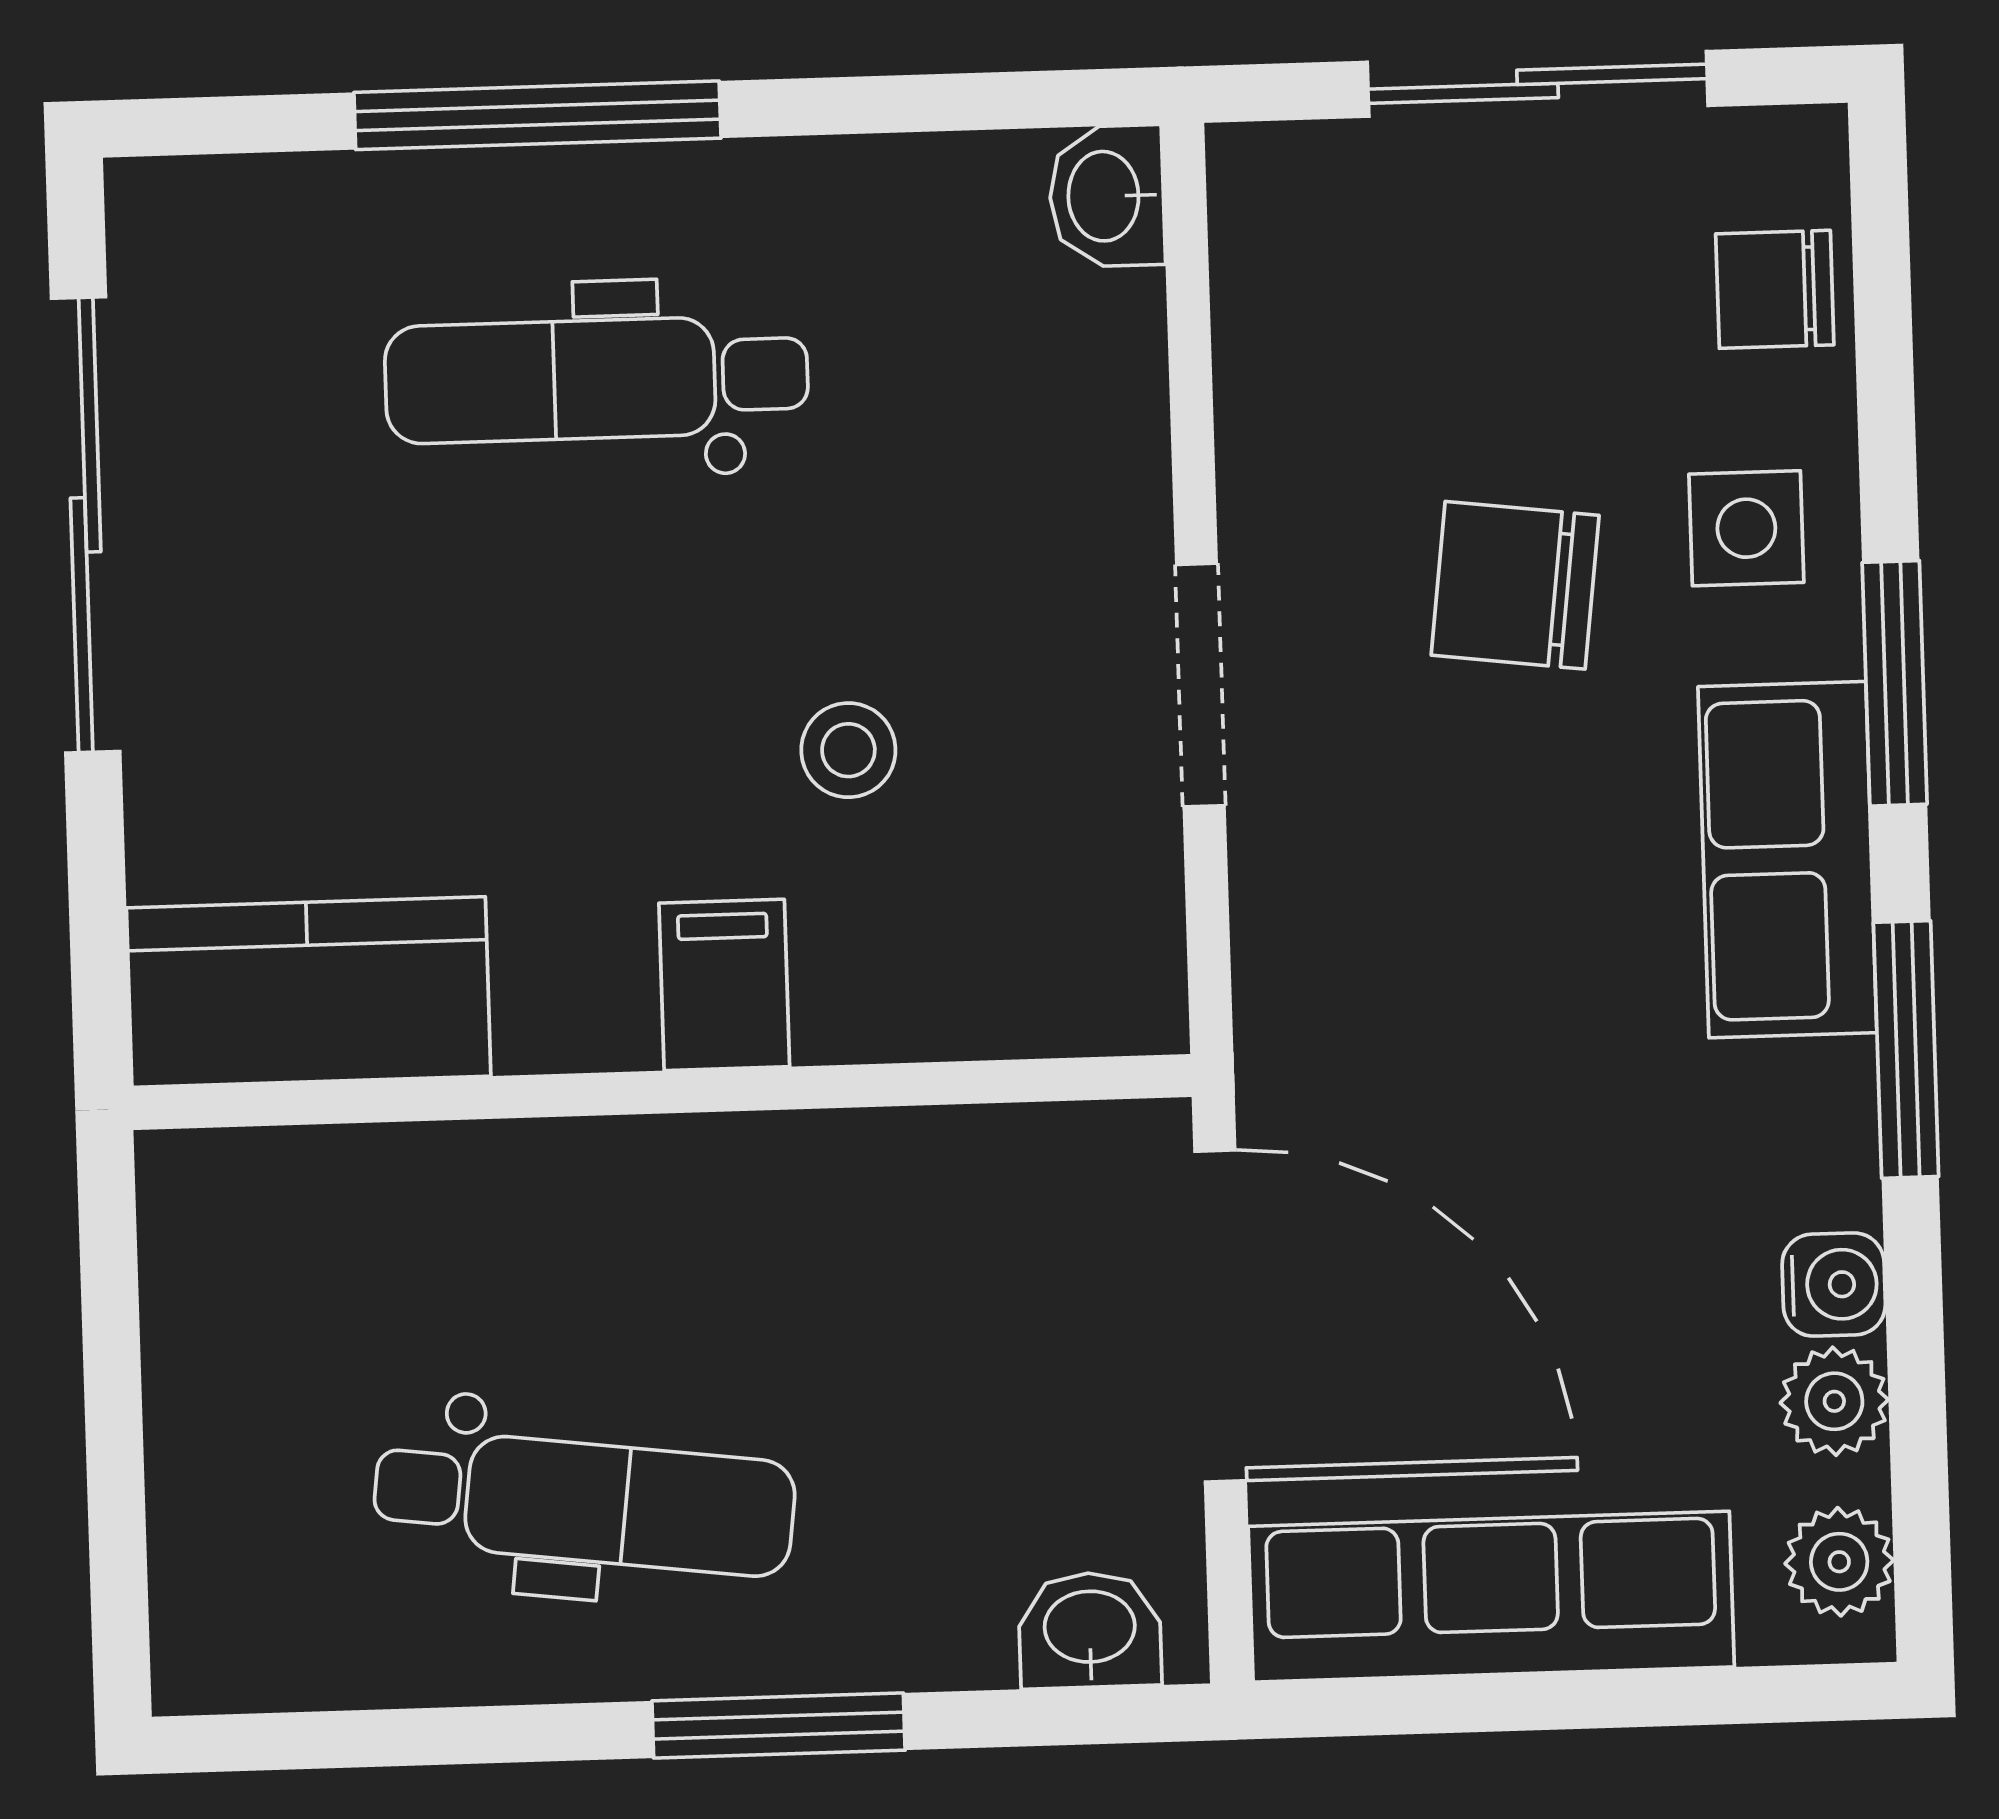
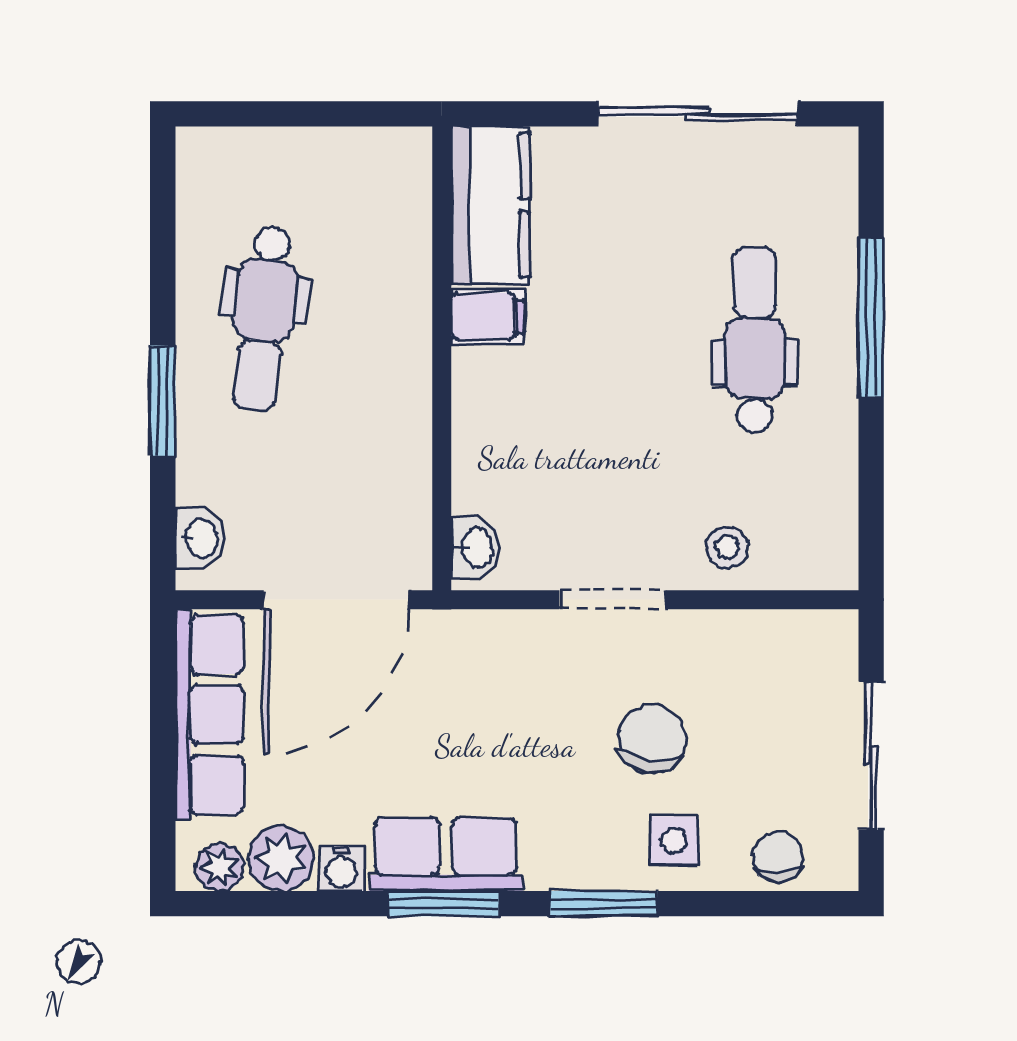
washbasin: (1107, 196) -> (476, 548), moved, turned 90
stool: (848, 750) -> (727, 547), moved
row of seats: (1787, 860) -> (446, 854), moved
filing cabinet: (724, 985) -> (488, 316), moved
plant: (1834, 1401) -> (281, 859), width x1.38, depth x1.38

